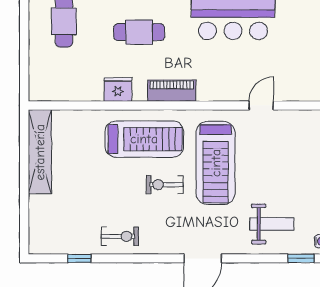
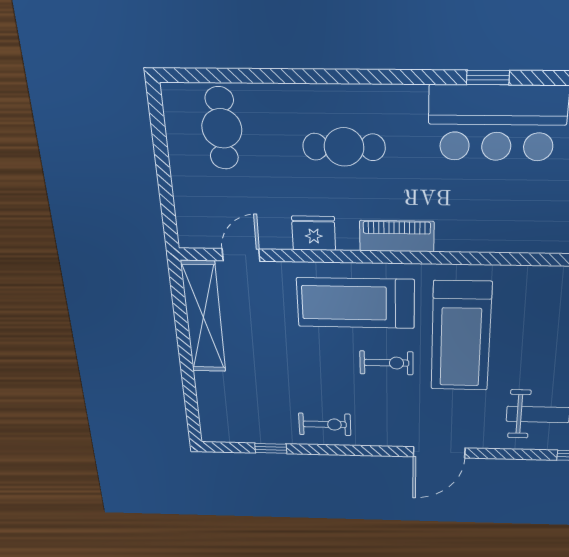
door: (261, 105) -> (241, 255), moved
treadmill: (144, 139) -> (356, 303), turned 180
exercise bike: (165, 185) -> (386, 363), turned 180

